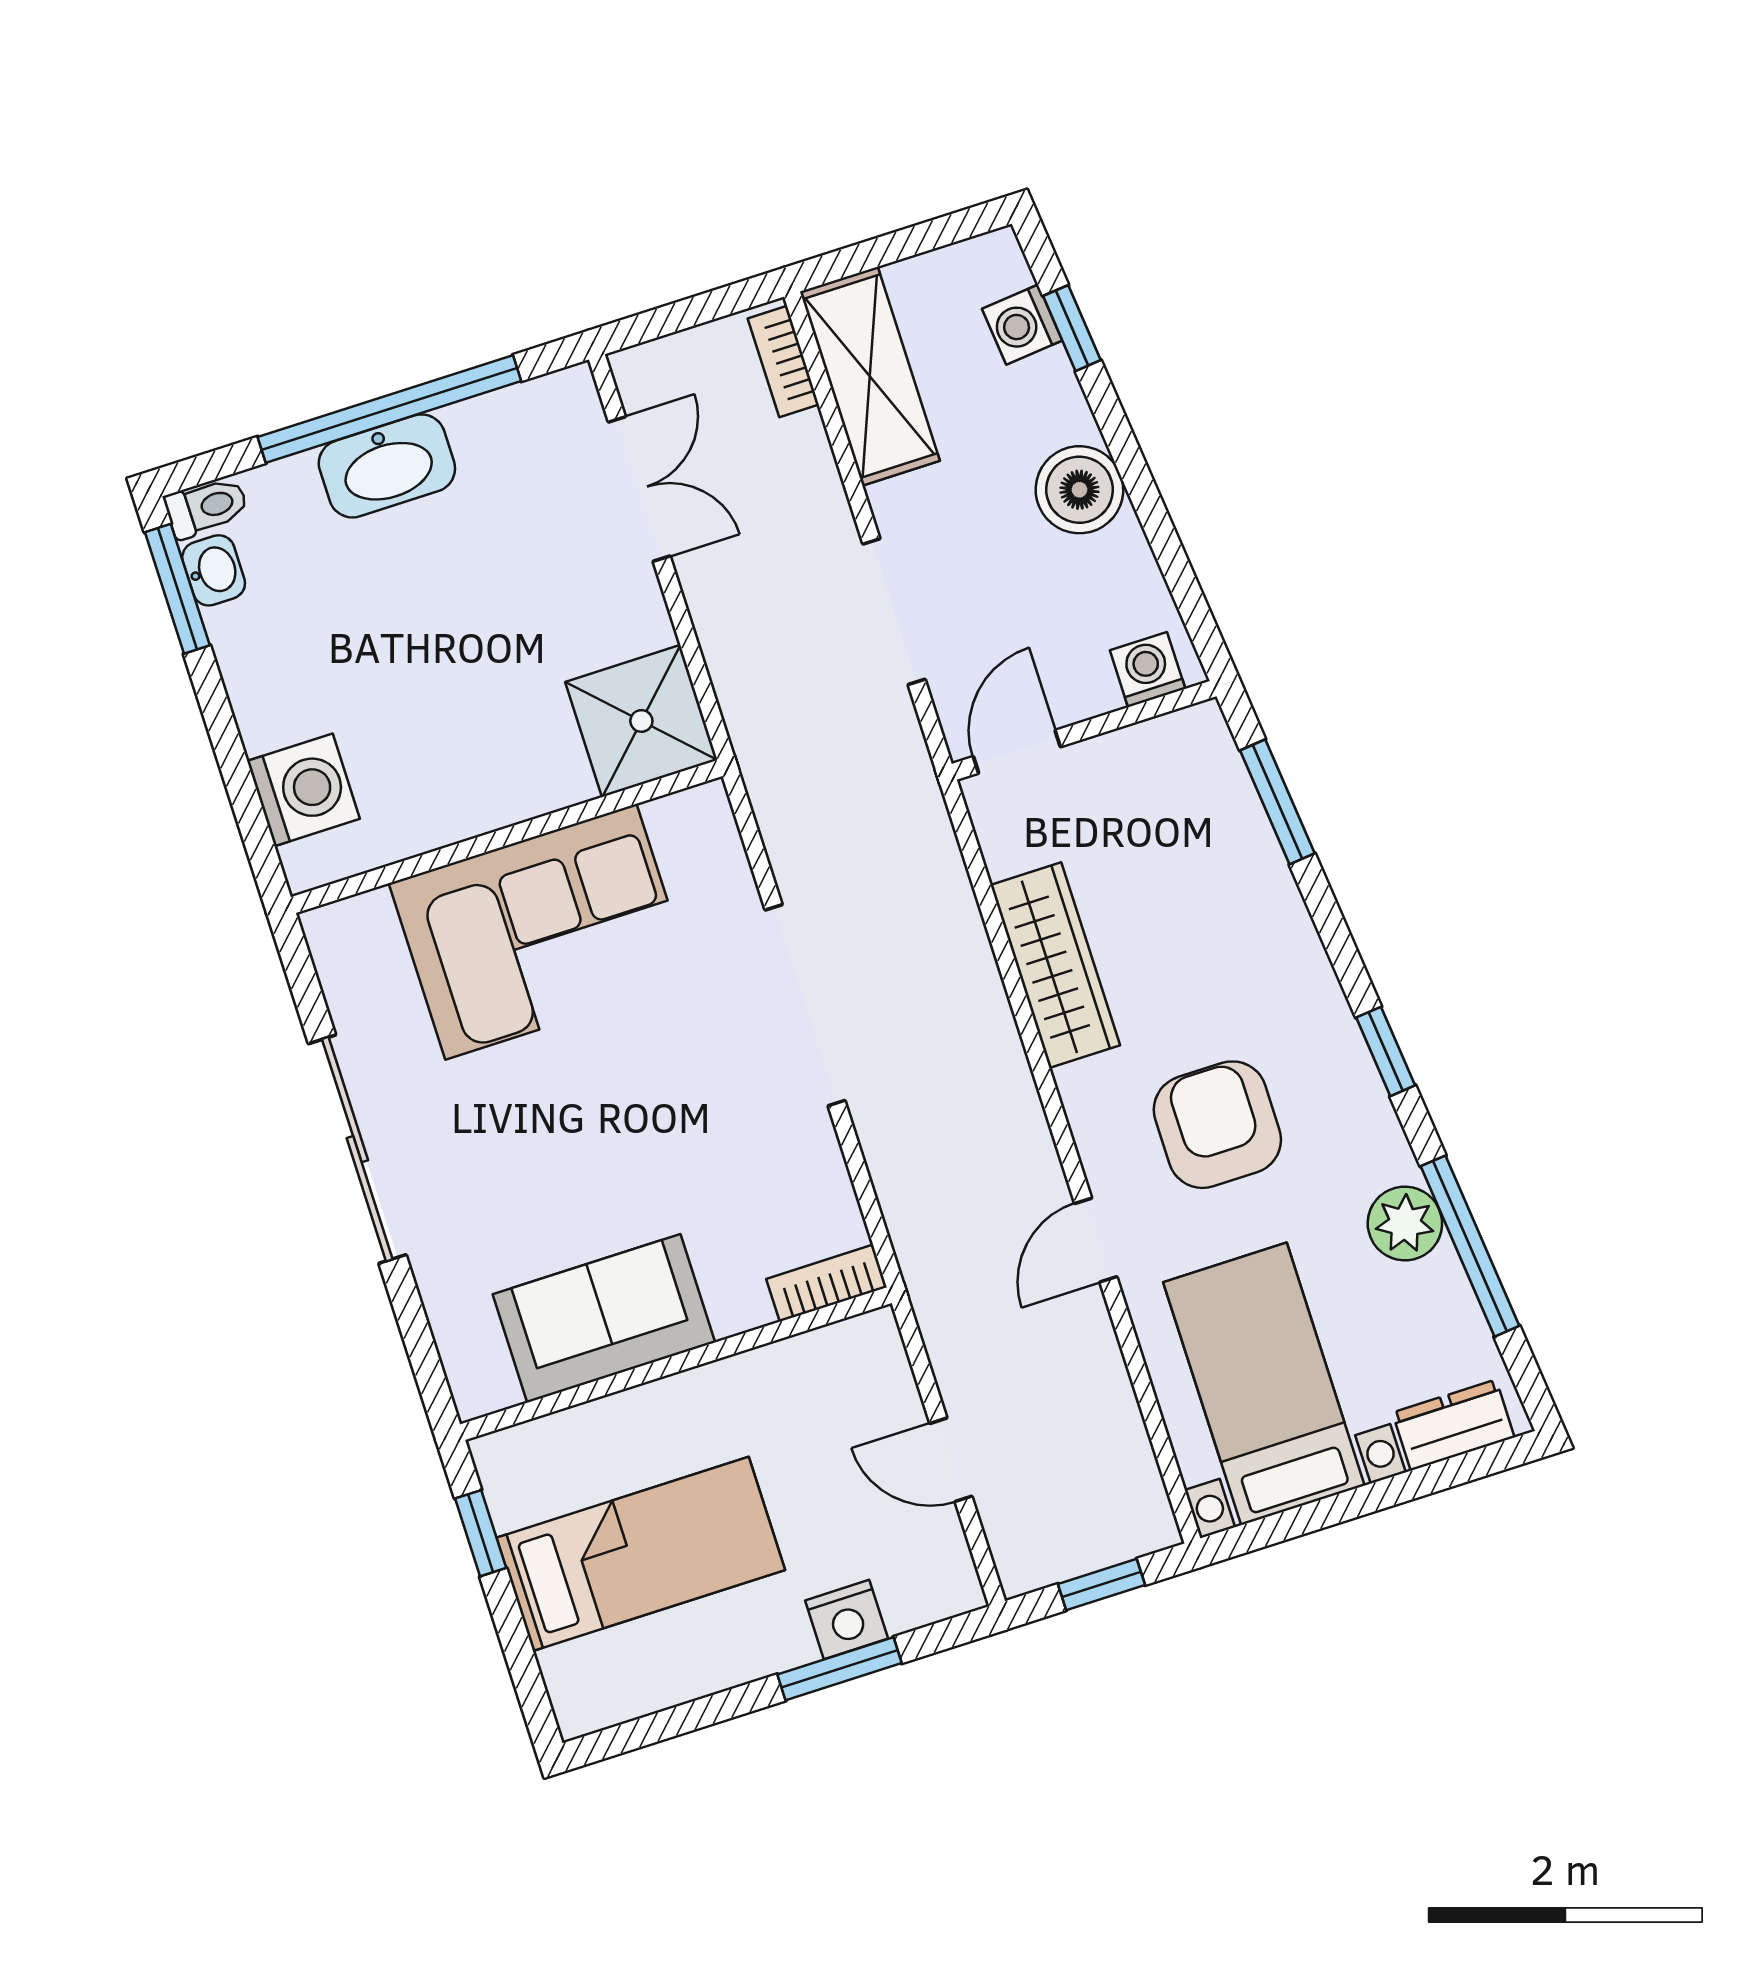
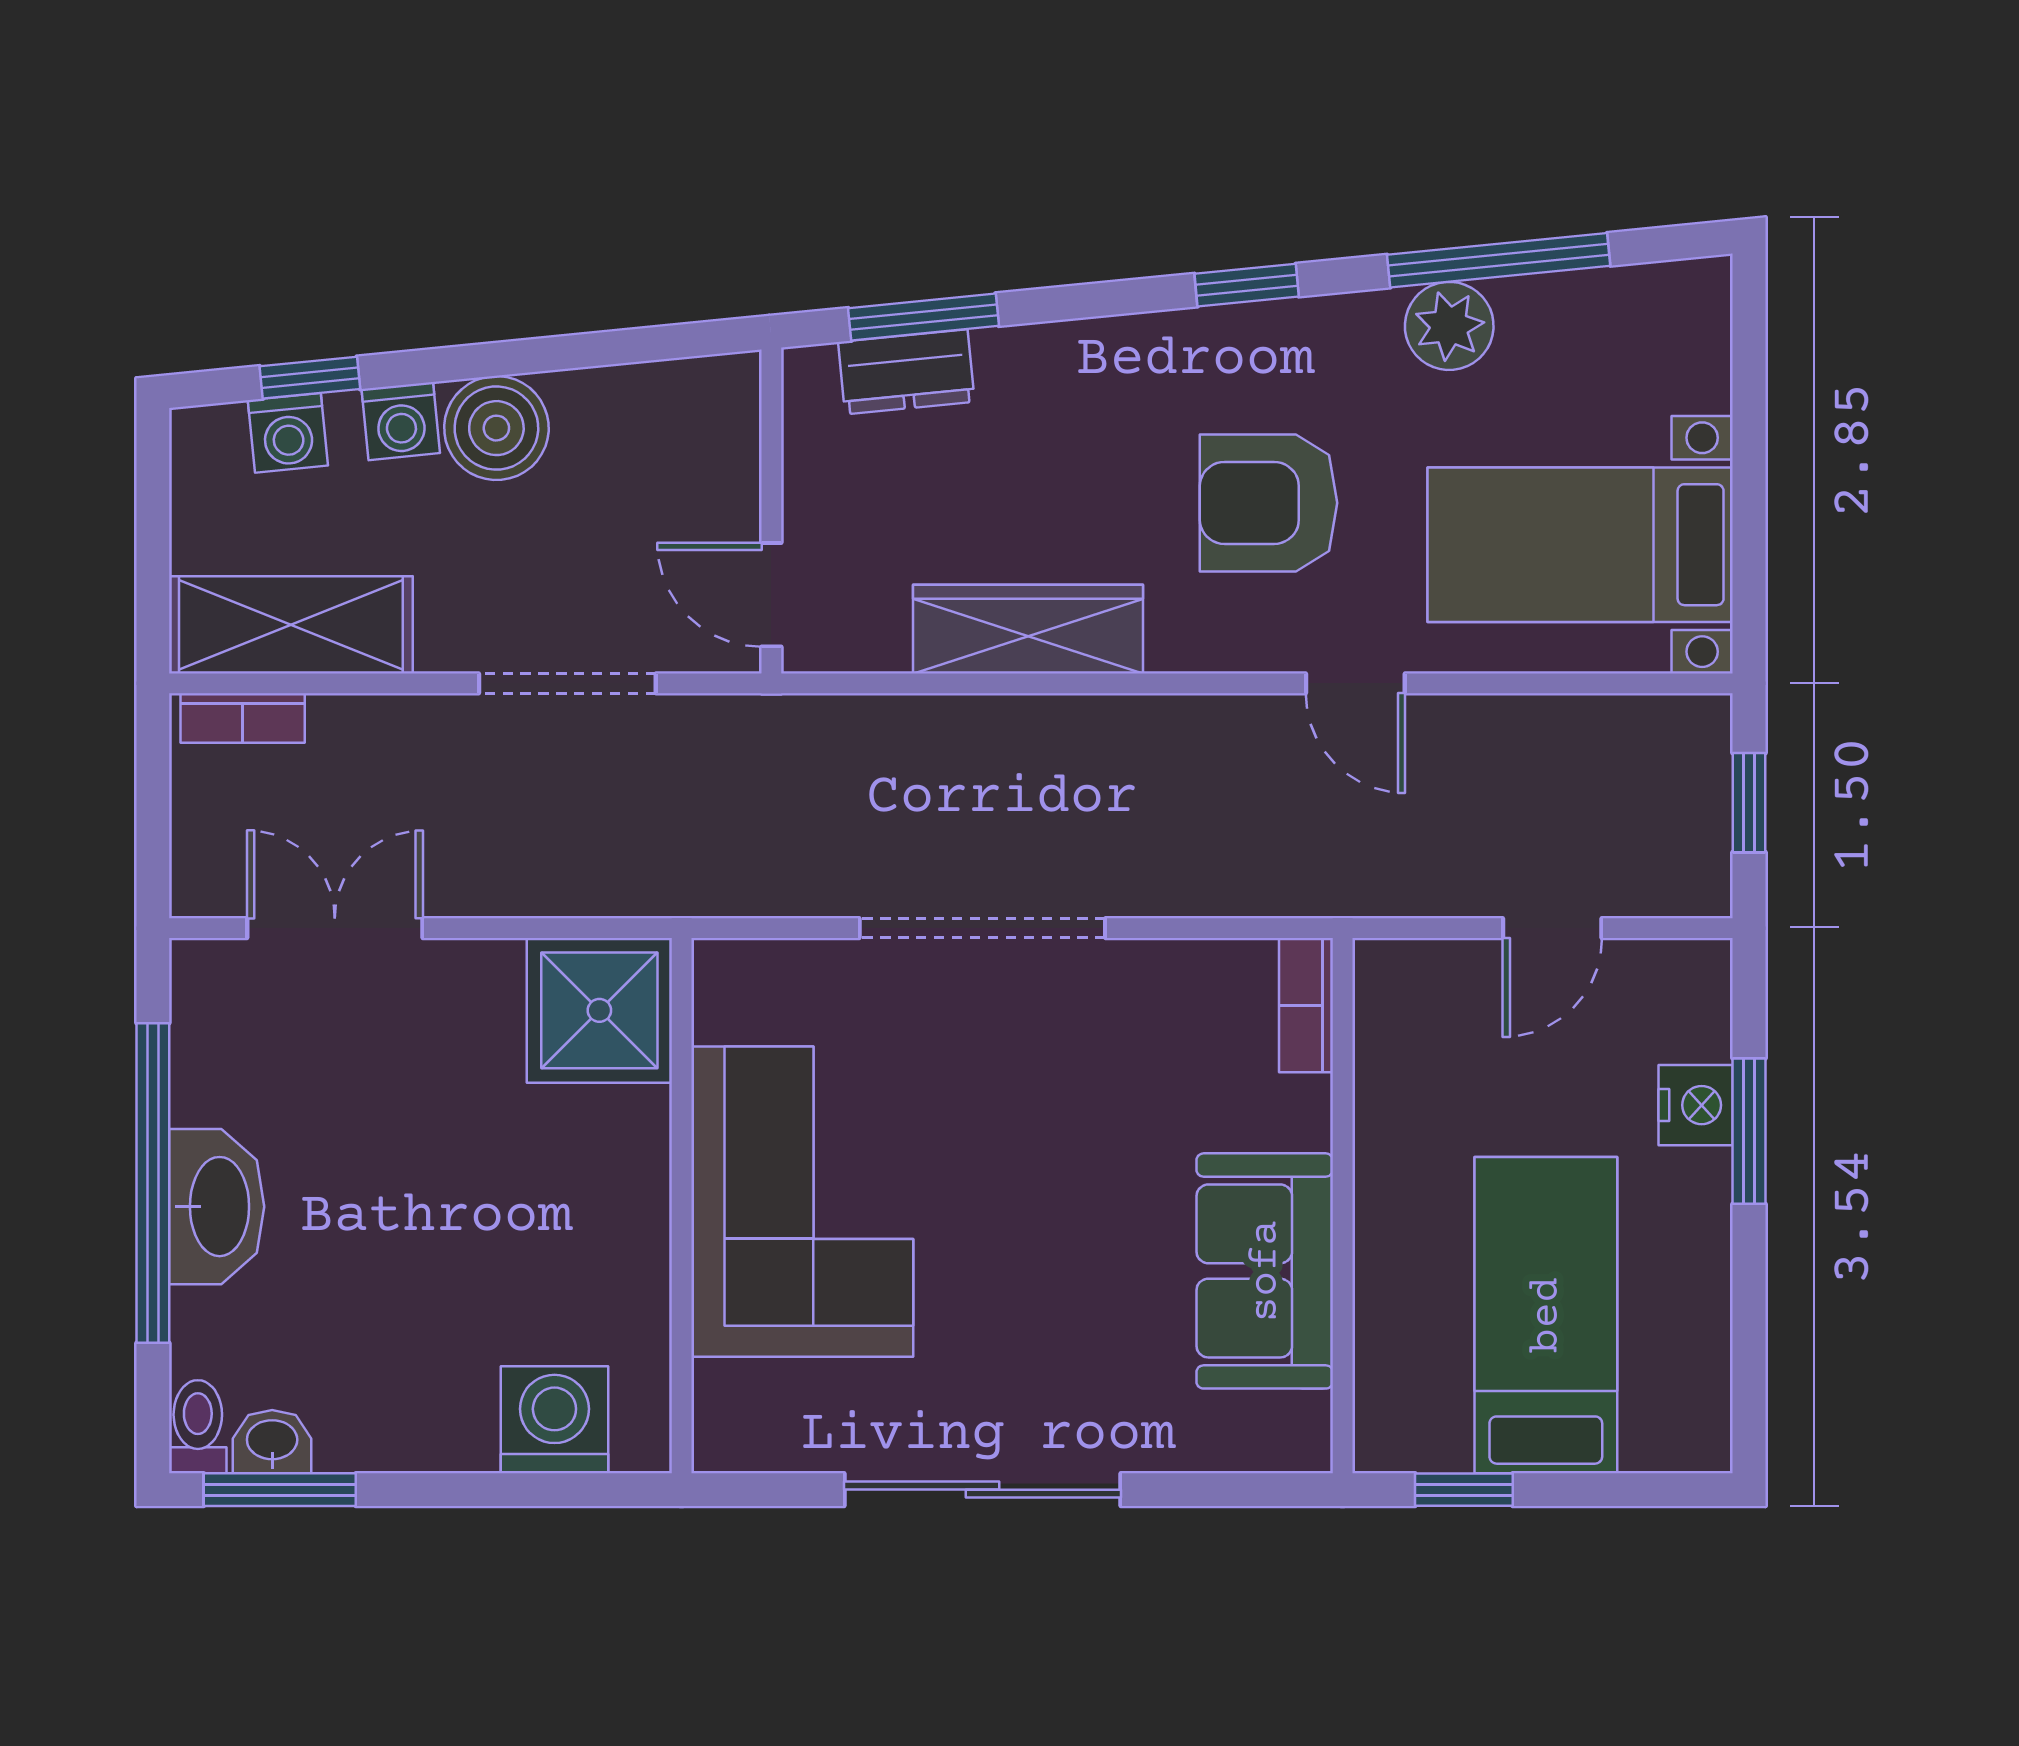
washing machine: (1148, 670) -> (401, 421), moved, turned -96
dresser: (1453, 1425) -> (906, 372), moved, turned -96

